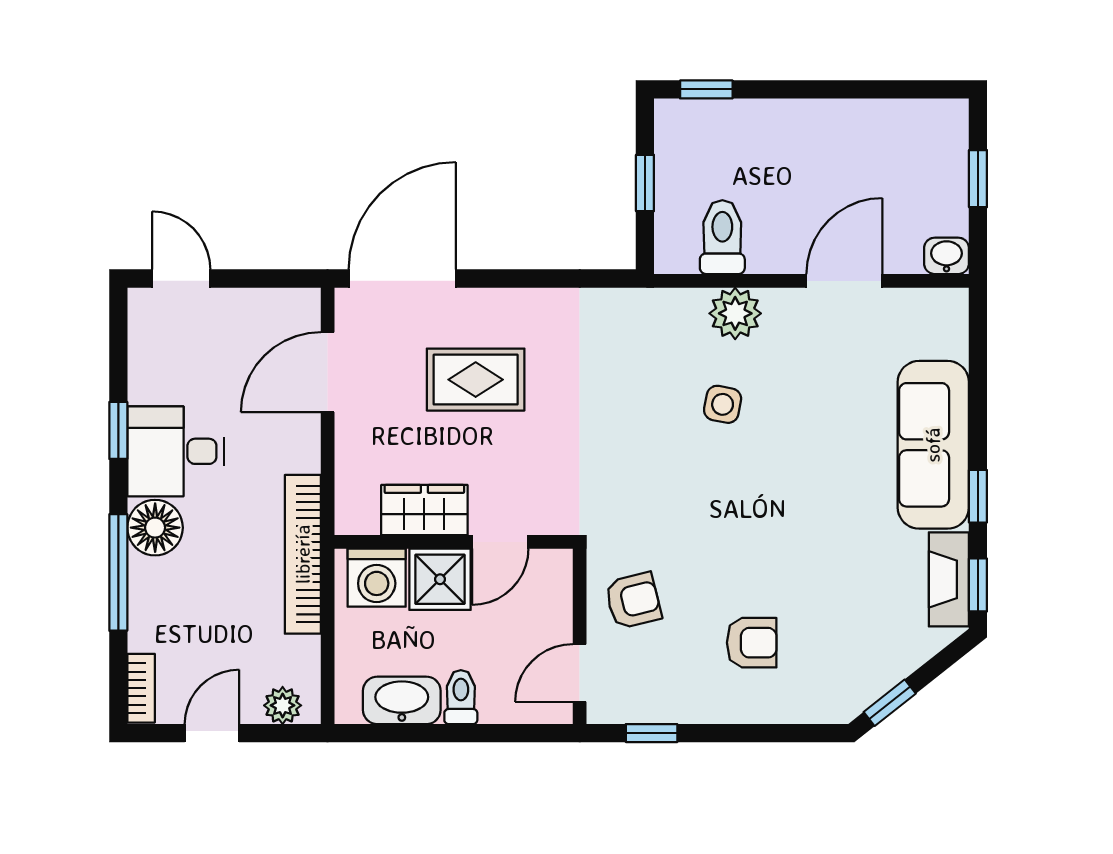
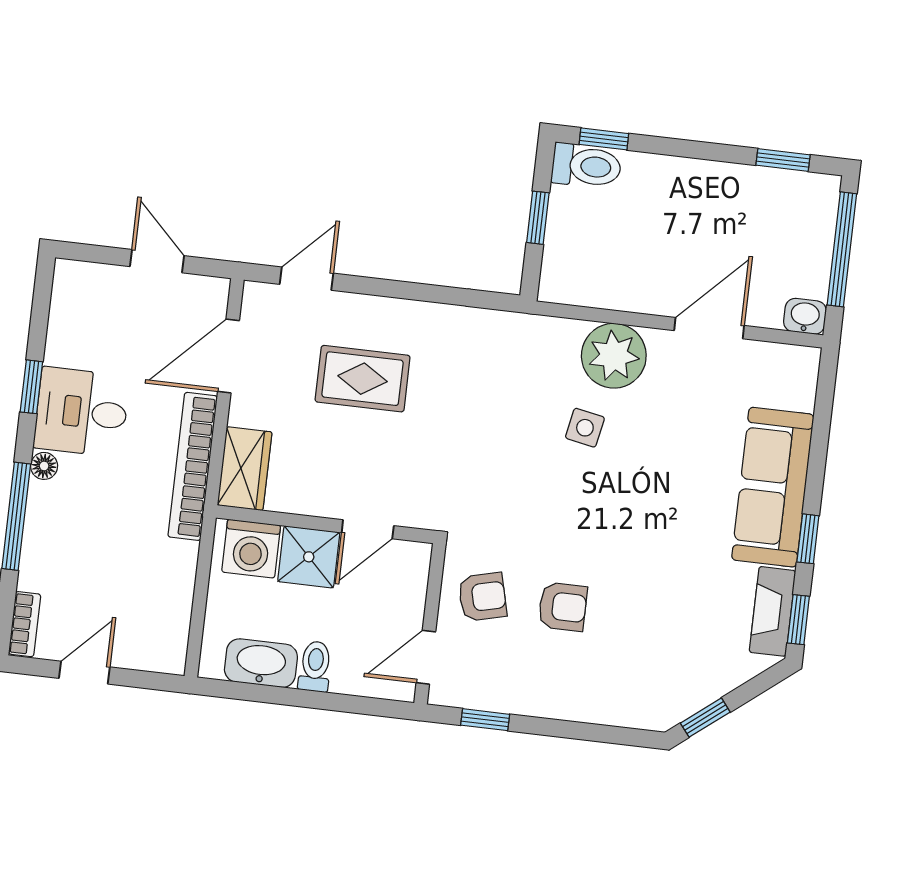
window: (903, 89) -> (783, 160), added
window: (978, 179) -> (842, 249), width x2.17
toilet: (722, 237) -> (586, 166), moved, turned 90
door: (181, 279) -> (157, 261), moved
door: (402, 279) -> (306, 279), width x0.53
plant: (735, 313) -> (614, 356), width x1.36, depth x1.36
wardrobe: (424, 510) -> (245, 469), moved, turned 90
floor lamp: (155, 528) -> (44, 466), width x0.53, depth x0.53
bookcase: (303, 554) -> (193, 466), moved
armchair: (752, 643) -> (563, 607), moved
plant: (283, 705) -> (152, 655), removed

